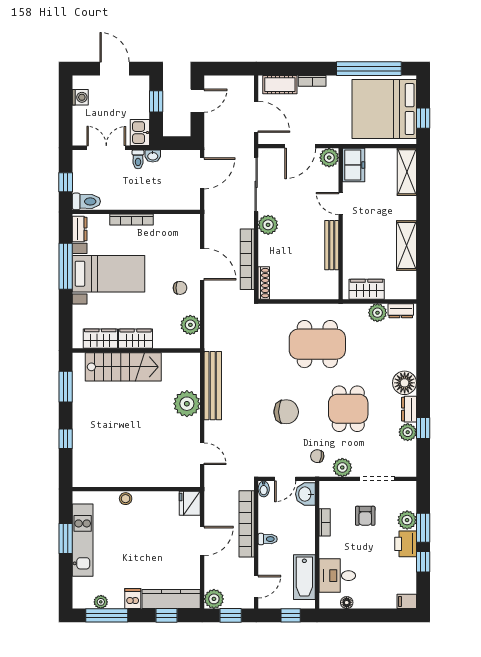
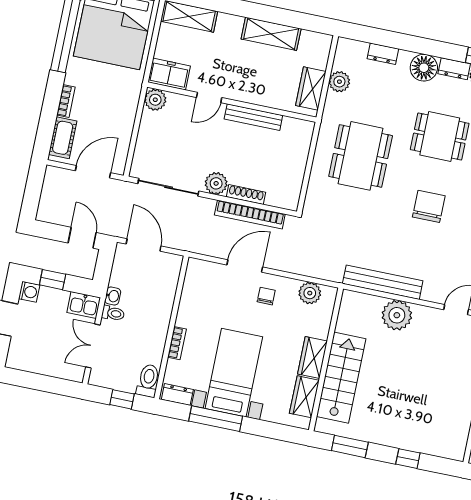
washing machine: (80, 97) -> (29, 292), moved, turned 90
door: (197, 101) -> (82, 238), moved
door: (300, 146) -> (136, 129), removed
bookcase: (132, 220) -> (177, 343), width x0.64
shoe rack: (264, 283) -> (246, 194), moved
dresser: (401, 311) -> (383, 54), moved, turned 90

